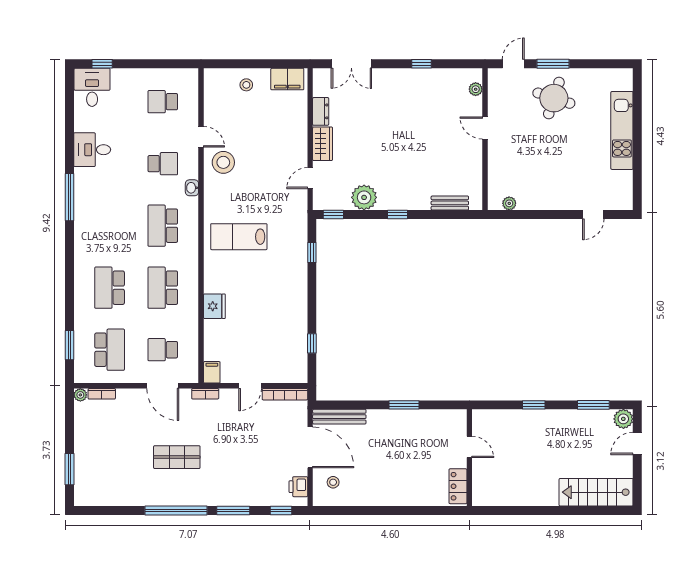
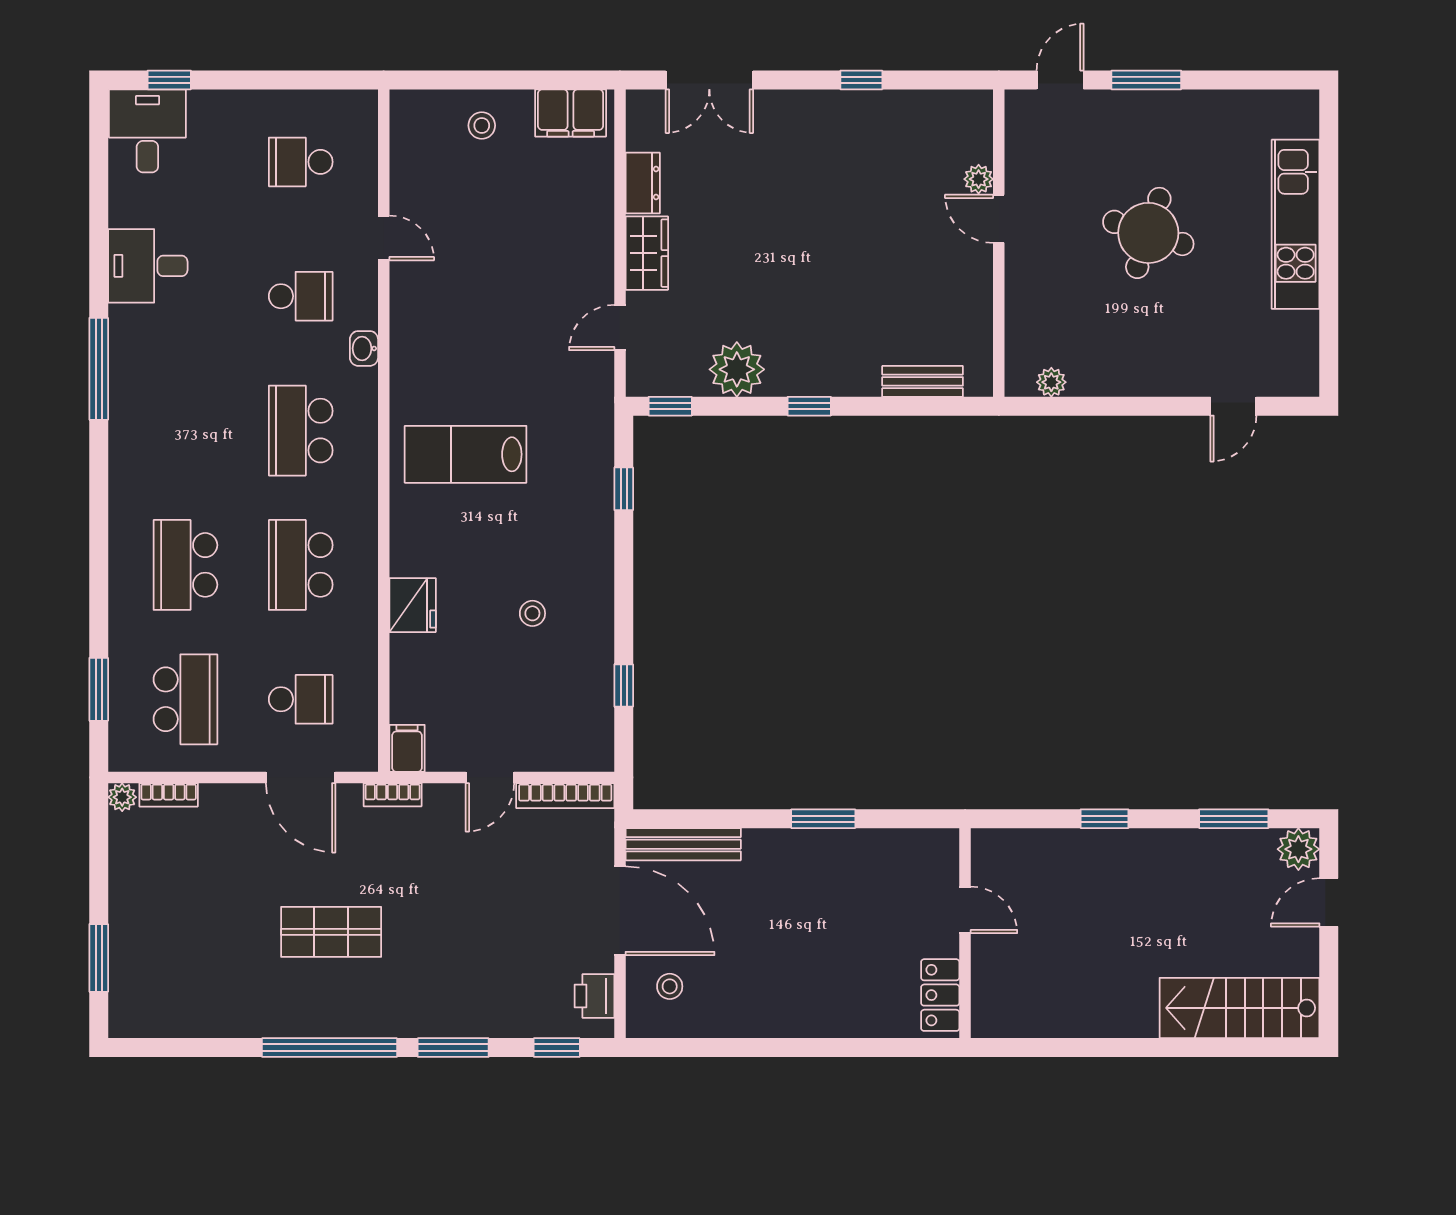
plant: (476, 89) -> (979, 179), moved
round table: (554, 98) -> (1148, 233), moved
stool: (223, 162) -> (532, 613), moved, width x0.53, depth x0.53
school desk: (163, 350) -> (301, 699), turned 180

